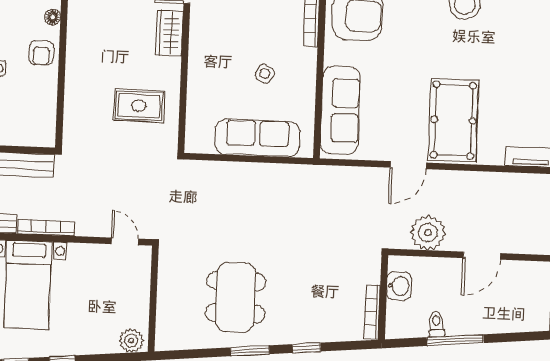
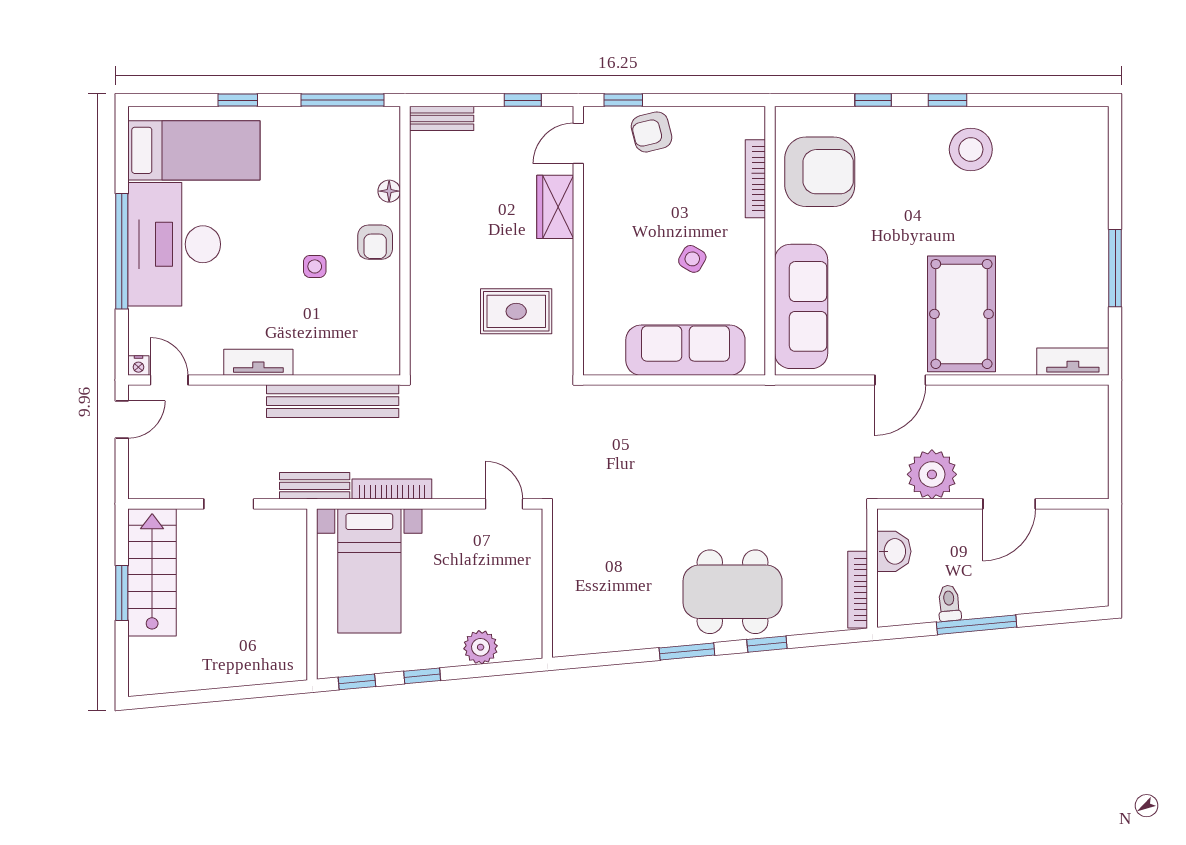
dining table: (236, 297) -> (733, 592), moved, turned 90
plant: (131, 341) -> (481, 647), moved

